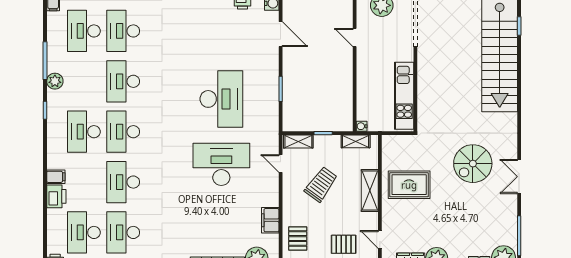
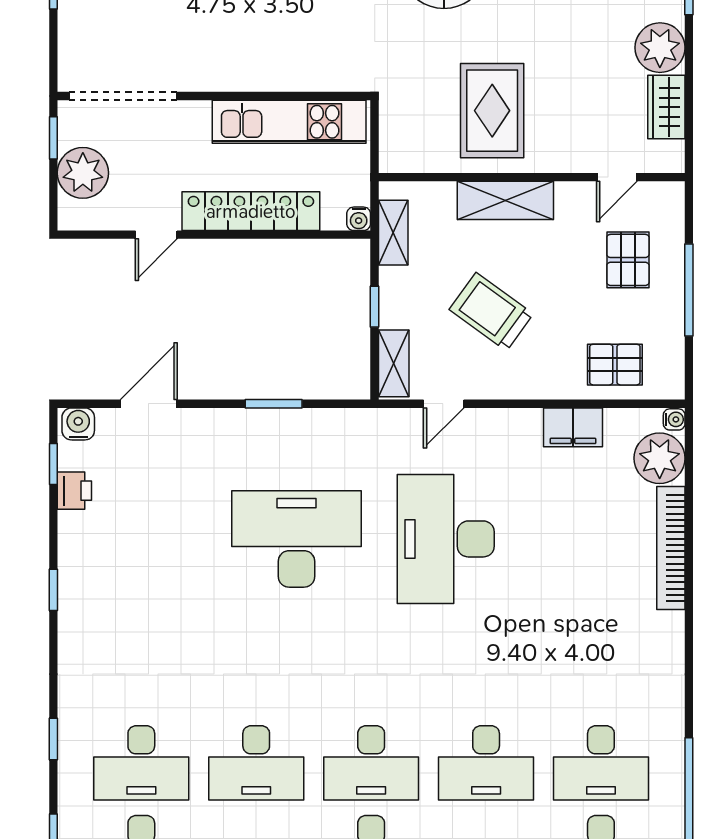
locker: (365, 79) -> (251, 211), added

